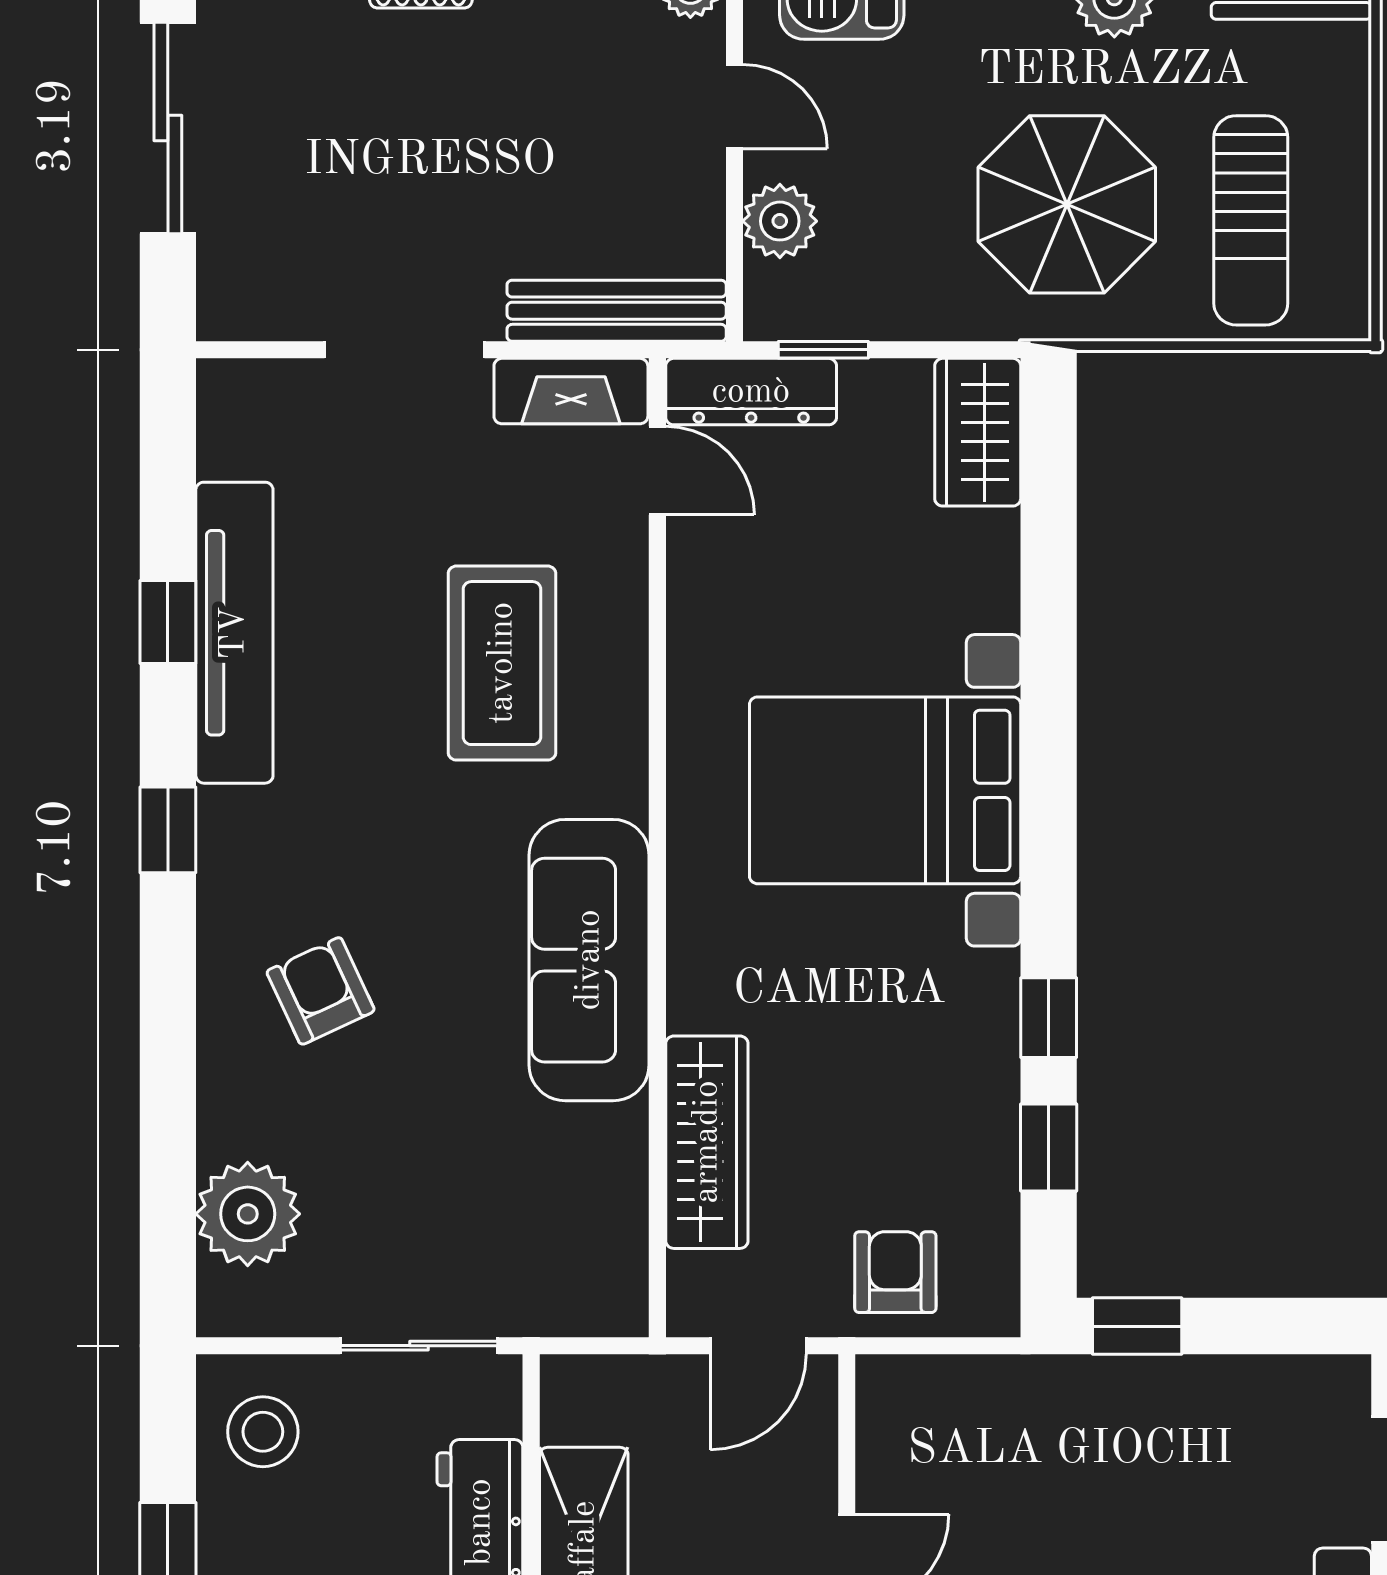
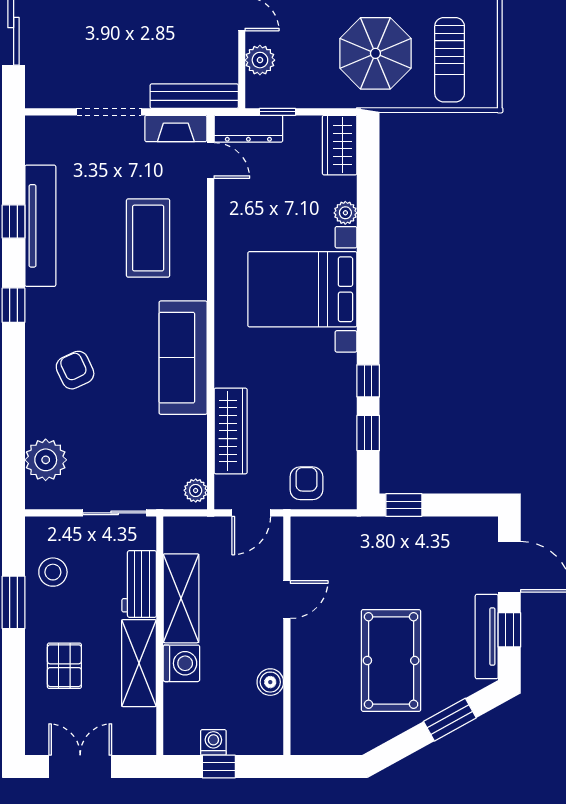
plant: (992, 600) -> (345, 213), added
plant: (620, 1290) -> (196, 490), added
stool: (263, 1432) -> (53, 572), moved

